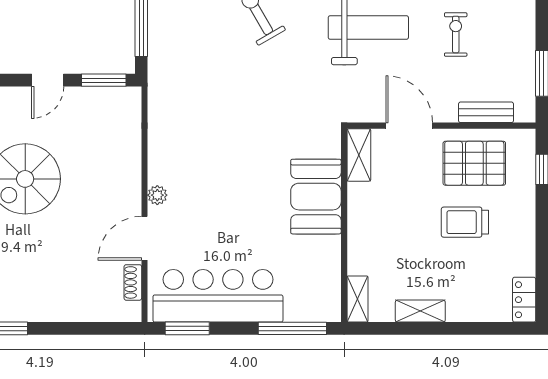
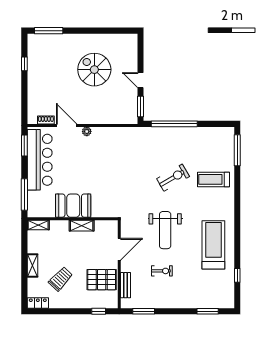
shelving: (359, 155) -> (82, 226), moved
pallet: (474, 163) -> (102, 280), turned 90
booth: (316, 197) -> (73, 206), moved
trolley: (465, 222) -> (61, 279), moved, turned 43
shelving: (420, 311) -> (32, 266), moved

